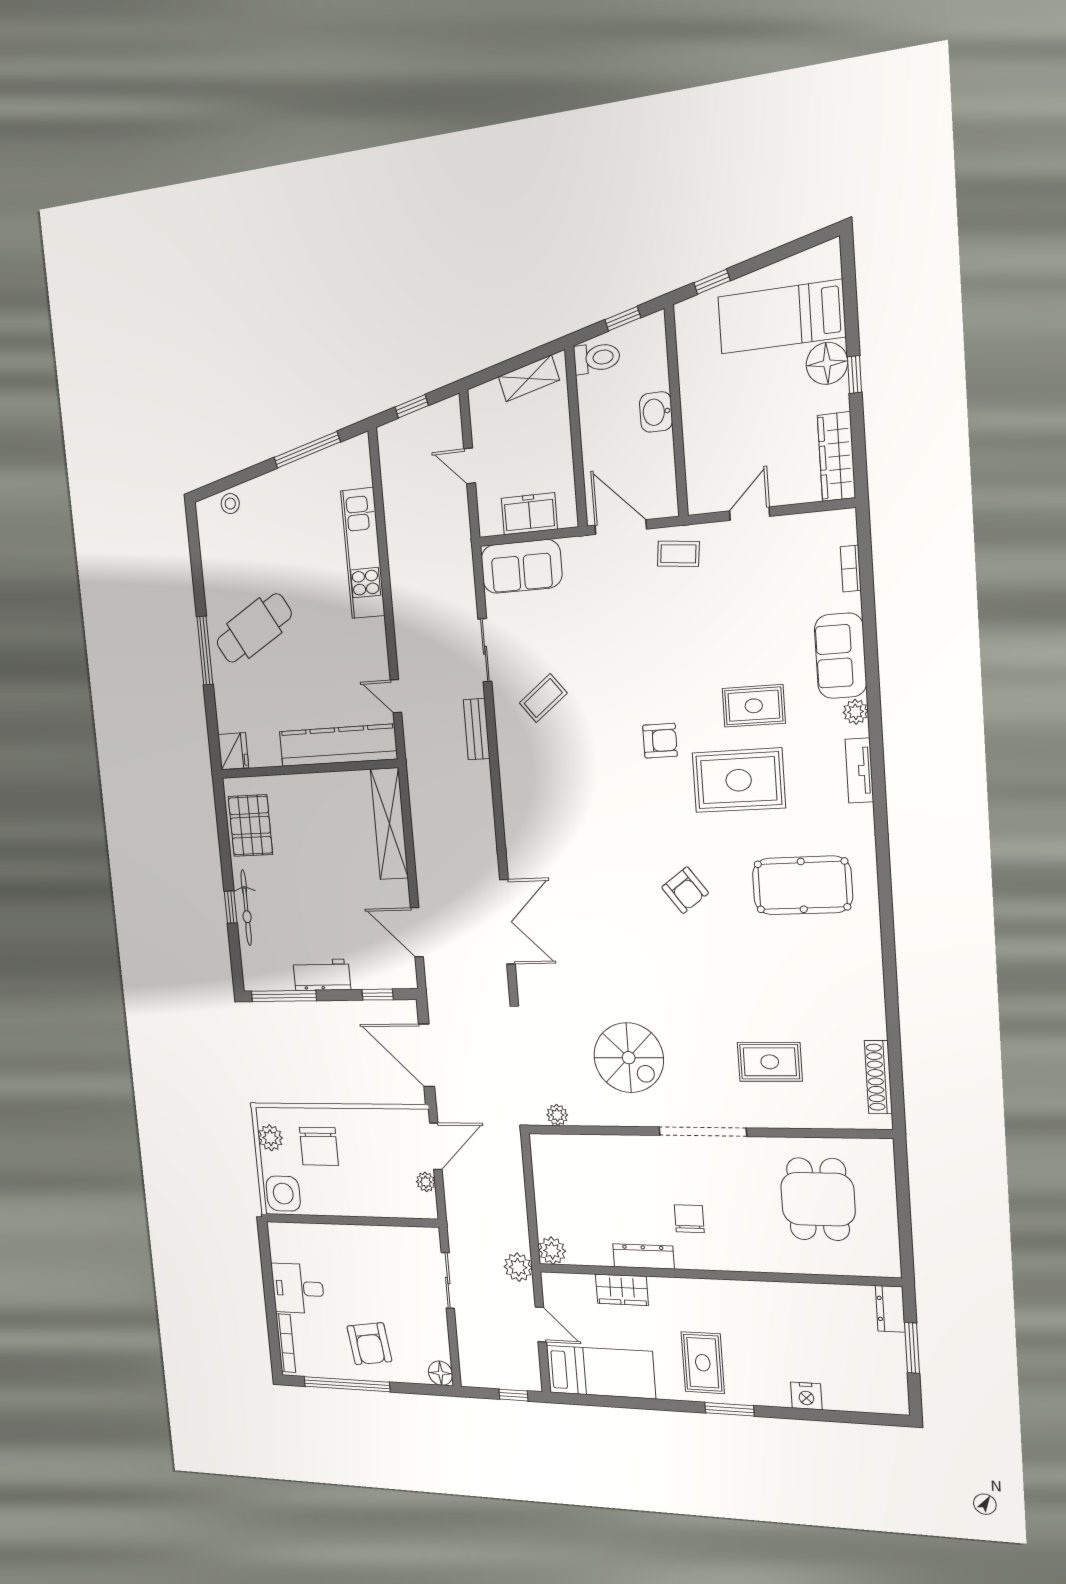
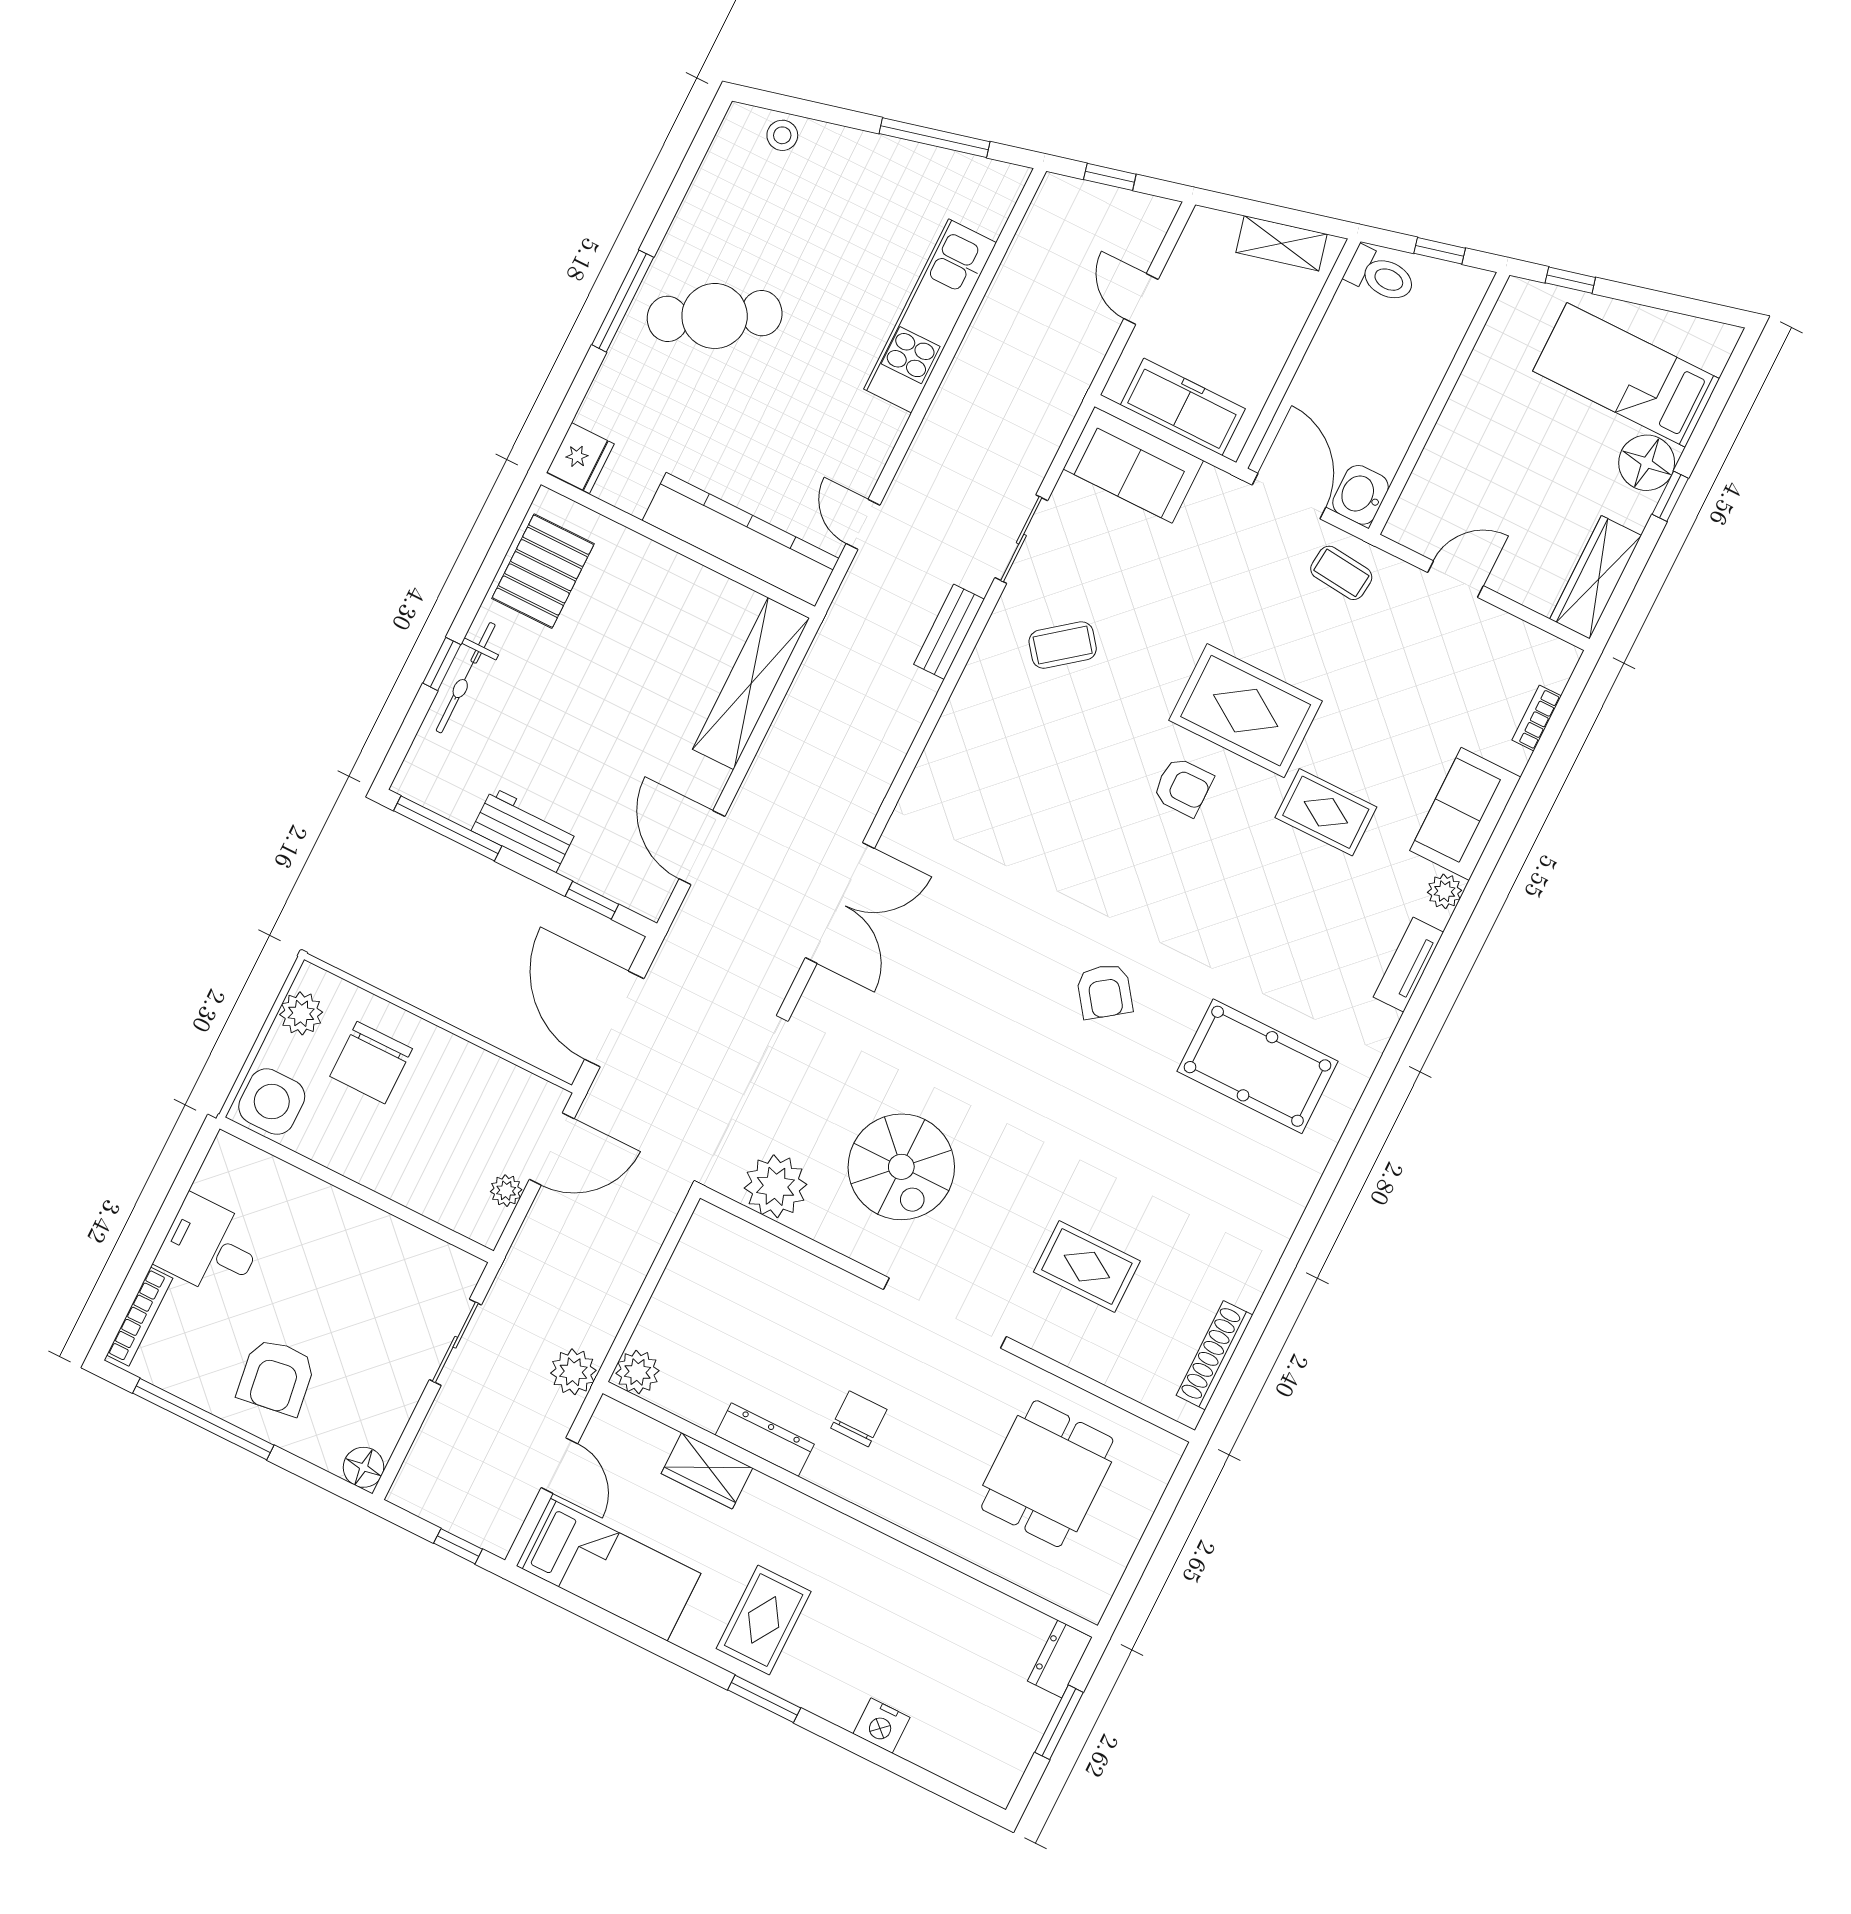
washbasin: (656, 412) -> (1360, 495), moved
freezer: (529, 514) -> (1183, 407), width x1.40
rug: (739, 780) -> (1246, 711), moved
plant: (557, 1115) -> (775, 1186), width x1.87, depth x1.87

